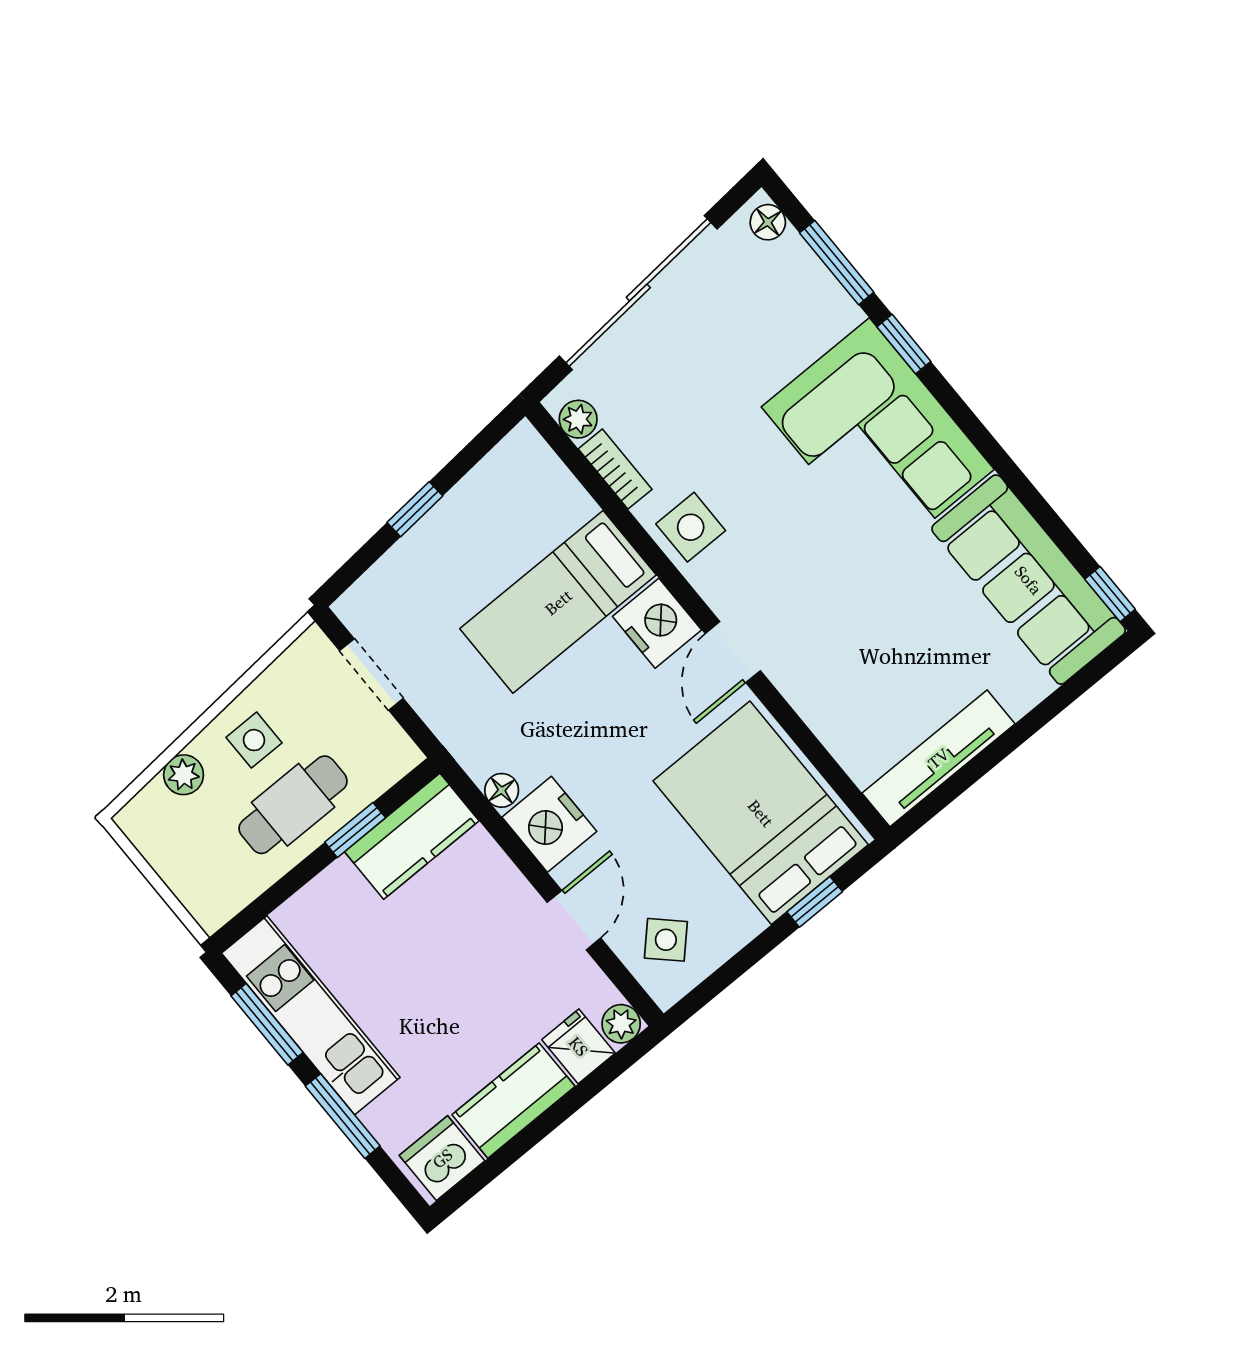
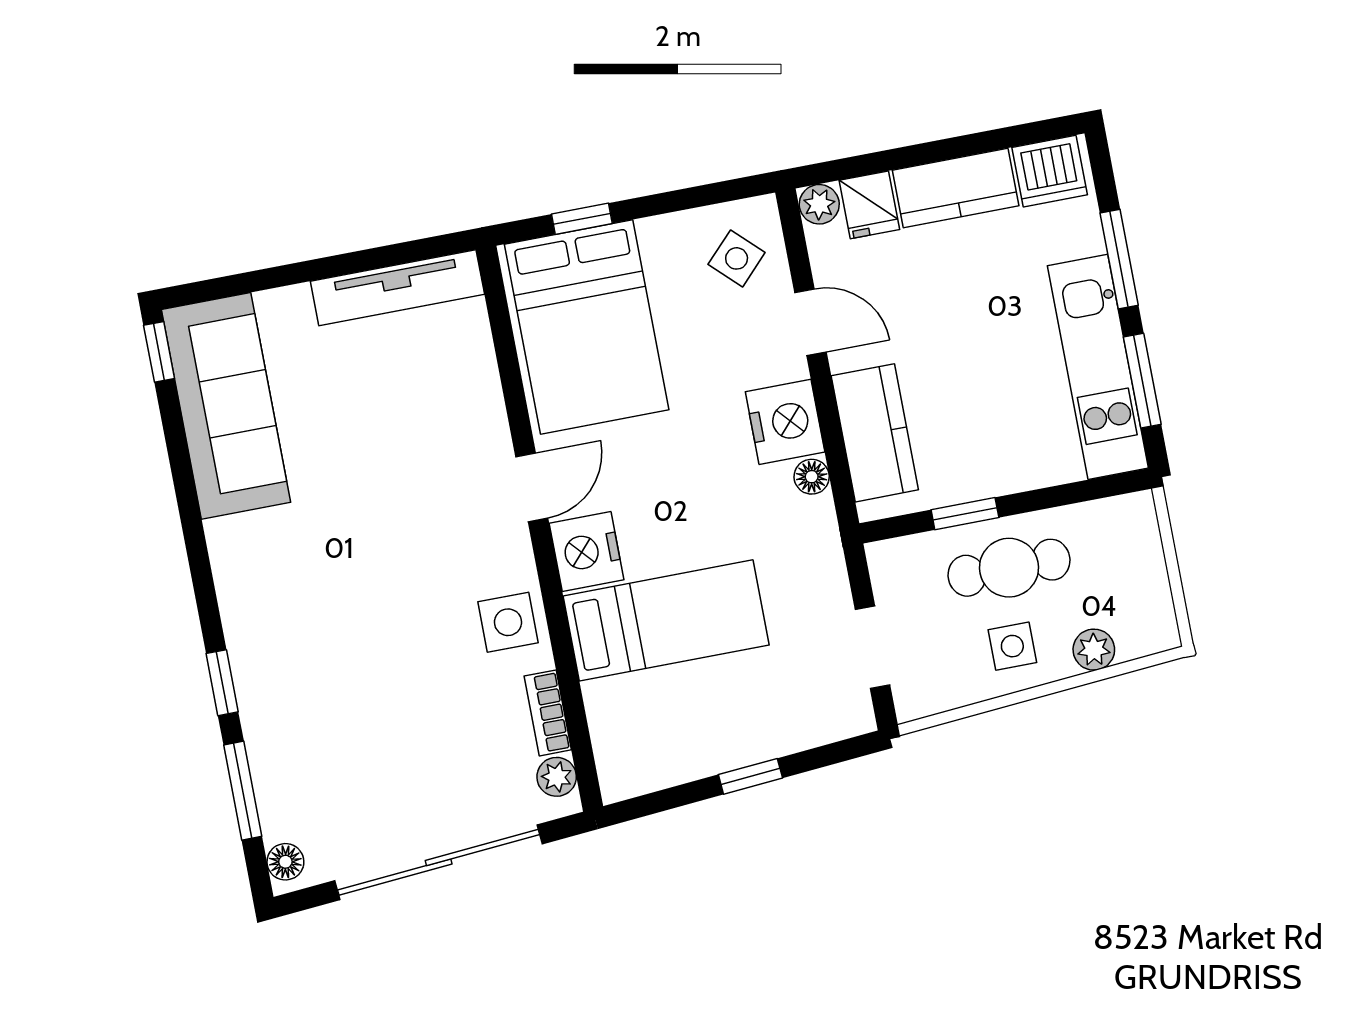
corner sofa: (878, 438) -> (293, 610), removed
kitchen counter: (412, 836) -> (875, 433), moved, turned 90
door: (574, 920) -> (810, 322), swing flipped

